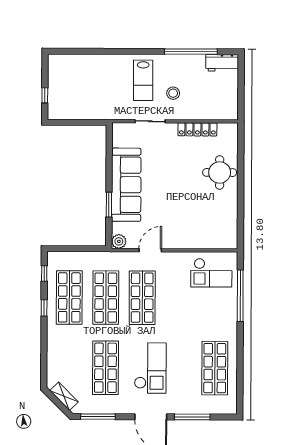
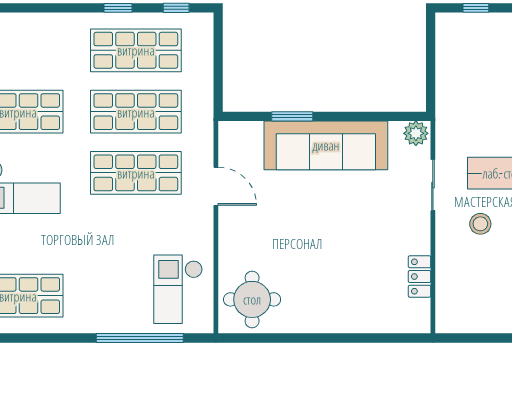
locker: (197, 129) -> (419, 277), width x0.66
round table: (220, 172) -> (252, 299), moved
plant: (119, 241) -> (416, 133), moved

